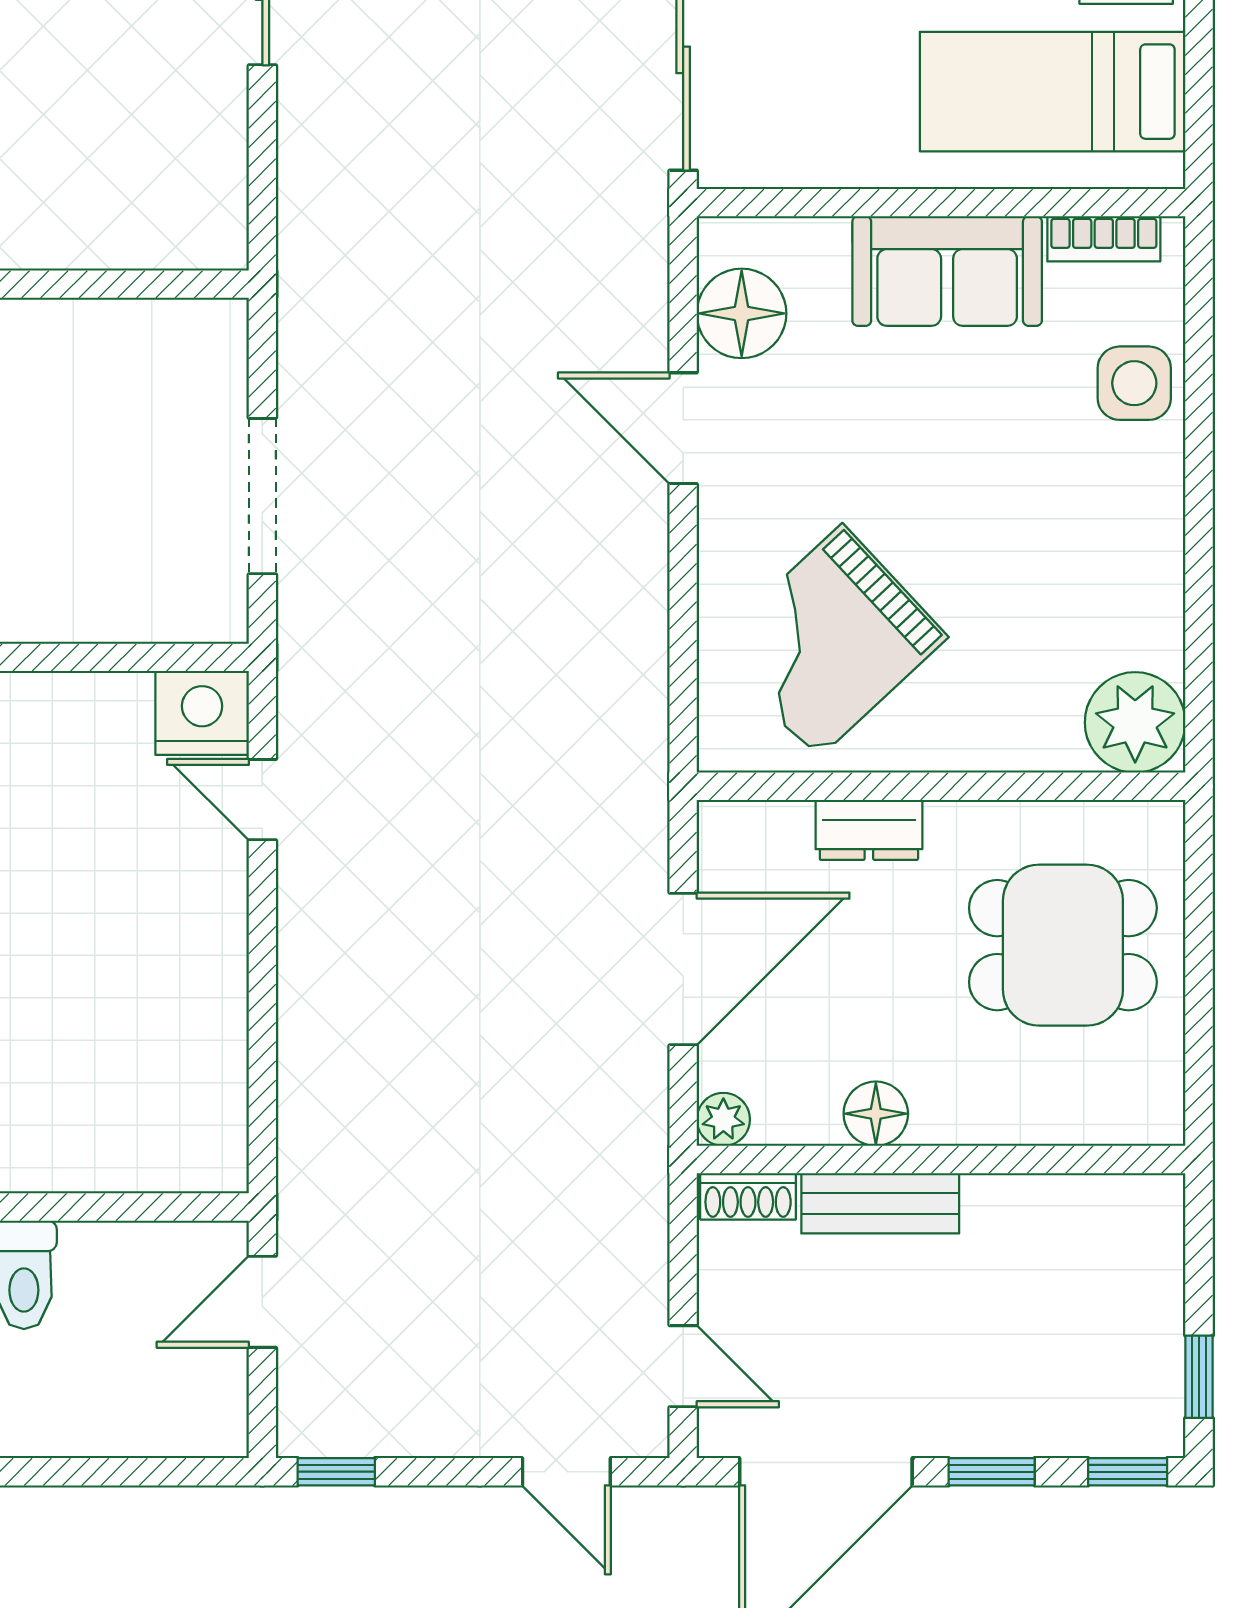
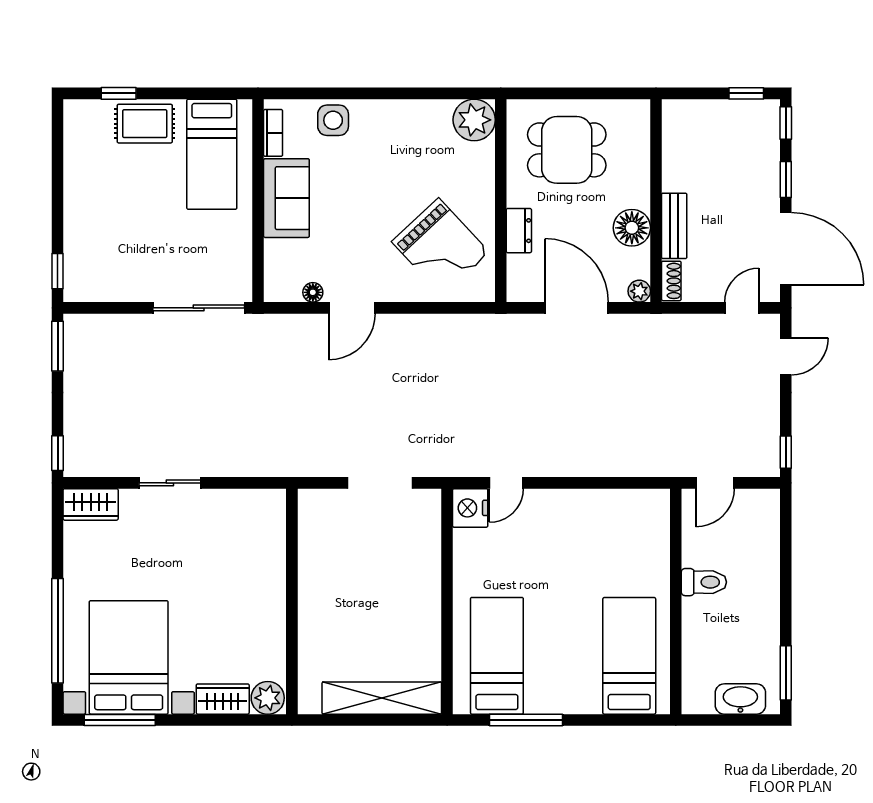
floor lamp: (742, 313) -> (313, 292), width x0.53, depth x0.53
dining table: (1063, 945) -> (567, 150), turned 90
floor lamp: (876, 1114) -> (632, 228), width x1.38, depth x1.38
door: (262, 1302) -> (715, 483), hinge flipped

